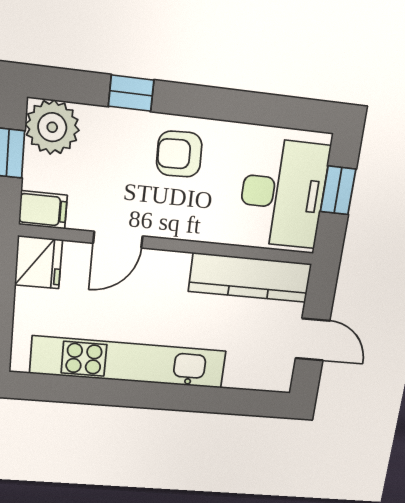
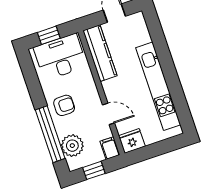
window: (131, 93) -> (50, 134), width x3.17
plant: (52, 127) -> (72, 146), moved
armchair: (179, 154) -> (64, 105), turned -88

